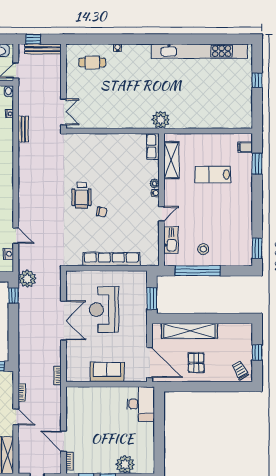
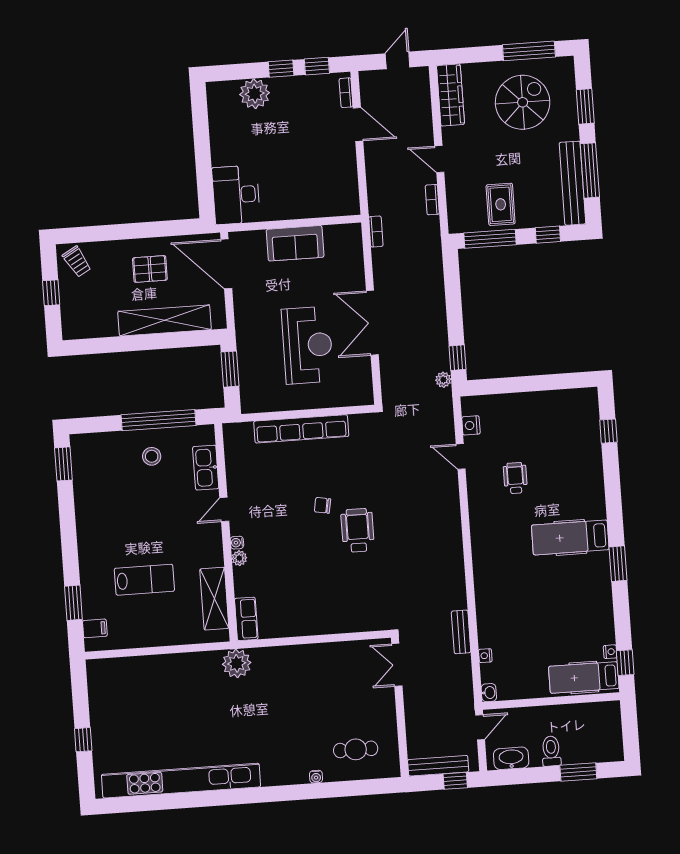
plant: (27, 279) -> (443, 380), width x0.53, depth x0.53
pallet: (196, 363) -> (150, 269), turned 90

